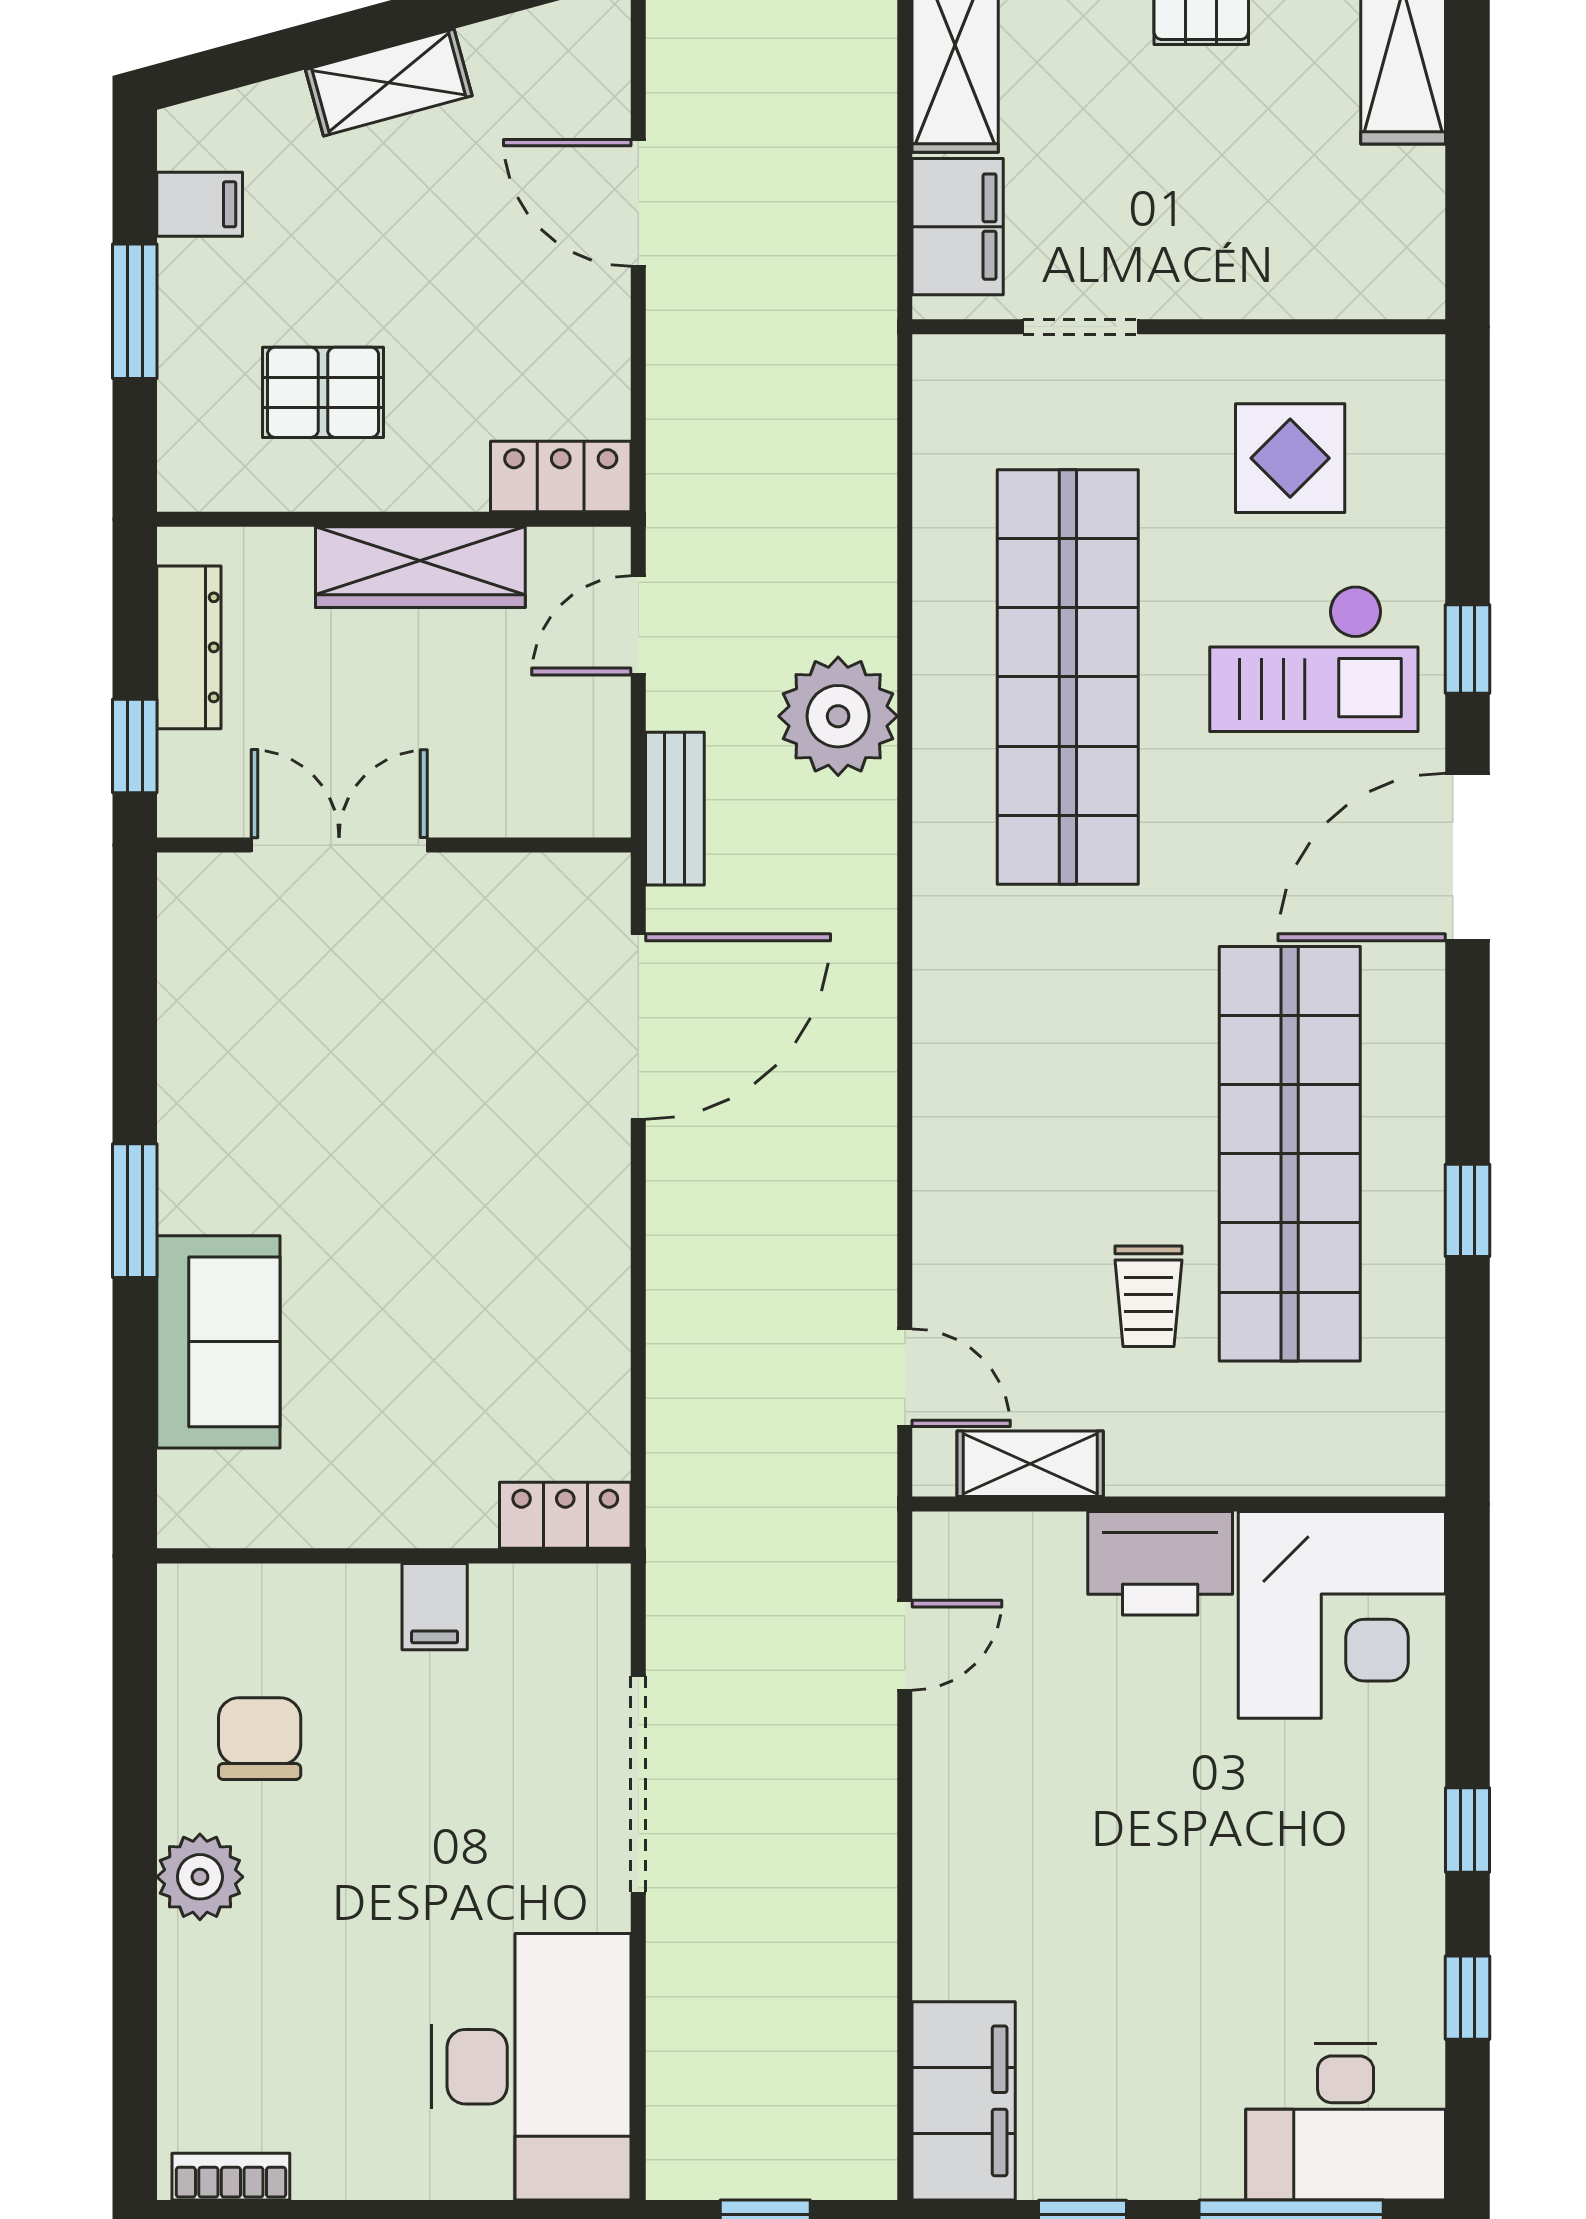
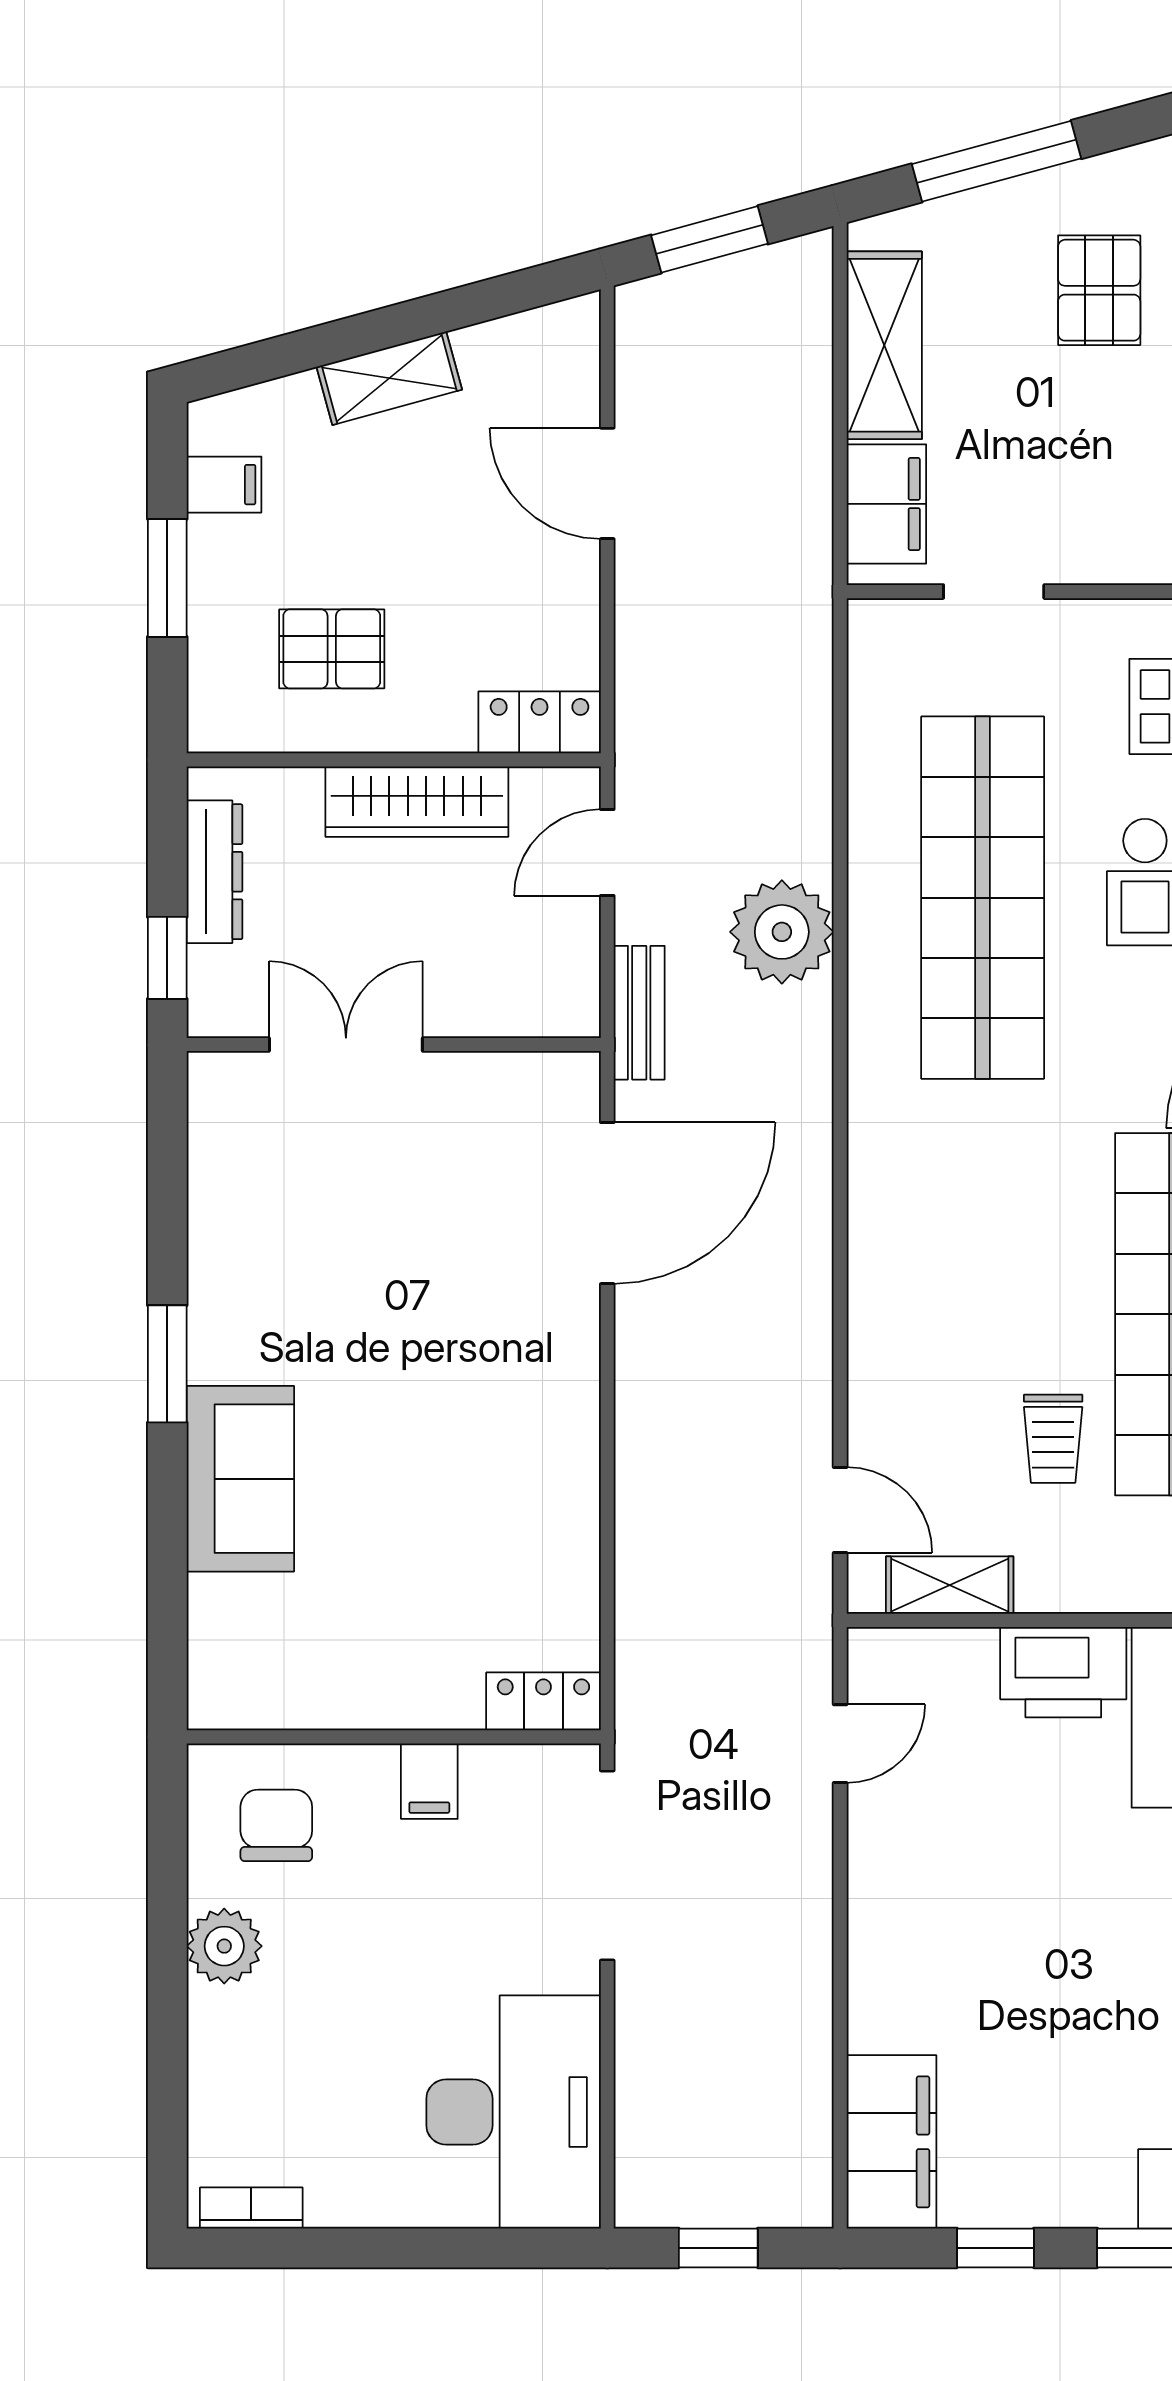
locker: (565, 1515) -> (543, 1701), moved
wall: (394, 1556) -> (394, 1737), moved
filing cabinet: (435, 1607) -> (429, 1781), moved

